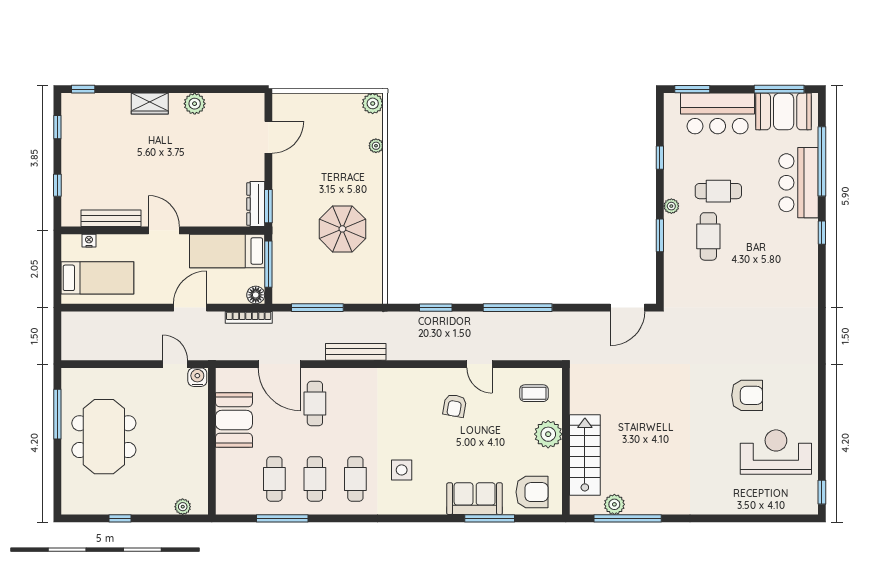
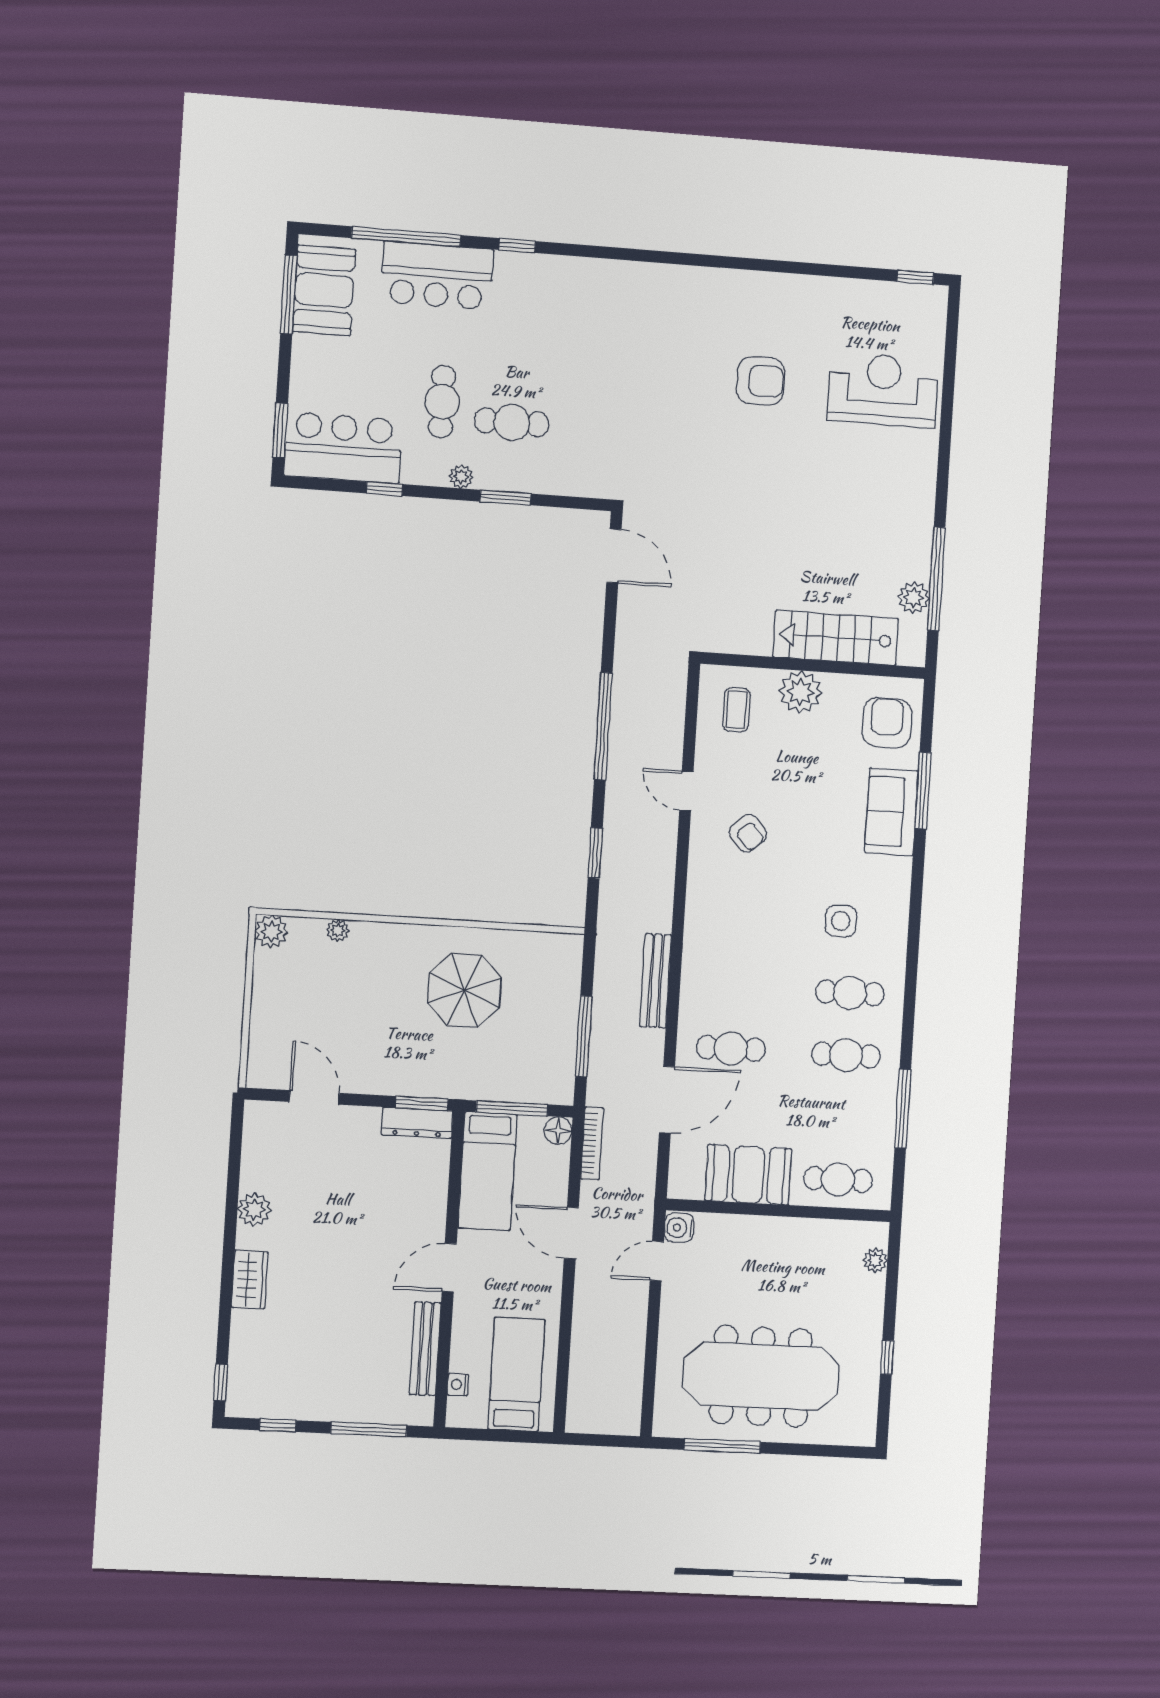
bar counter: (718, 113) -> (343, 448), moved, turned -90
window: (57, 185) -> (369, 1430), width x2.17
door: (480, 364) -> (686, 791), swing flipped
armchair: (747, 395) -> (761, 381), turned 90
armchair: (455, 406) -> (748, 833), turned 39
meeting table: (104, 437) -> (761, 1376), width x1.36
reception desk: (776, 452) -> (883, 390), moved, turned 90
cafe table: (274, 479) -> (838, 1179), moved

